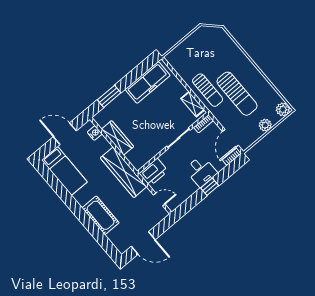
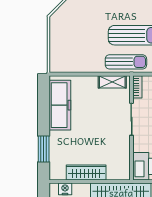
sun lounger: (208, 90) -> (126, 62), moved

